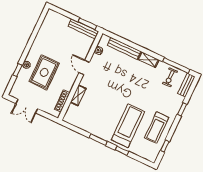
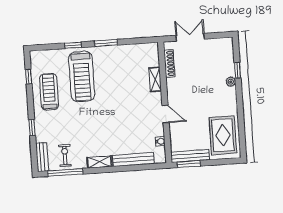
rug: (44, 72) -> (223, 135), moved
double door: (27, 106) -> (190, 37), moved

